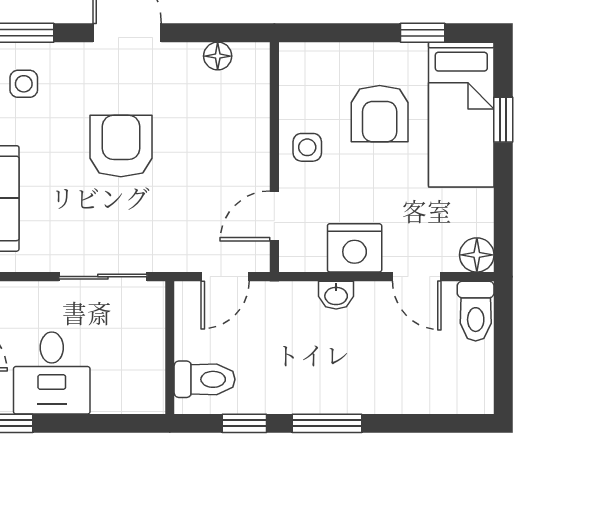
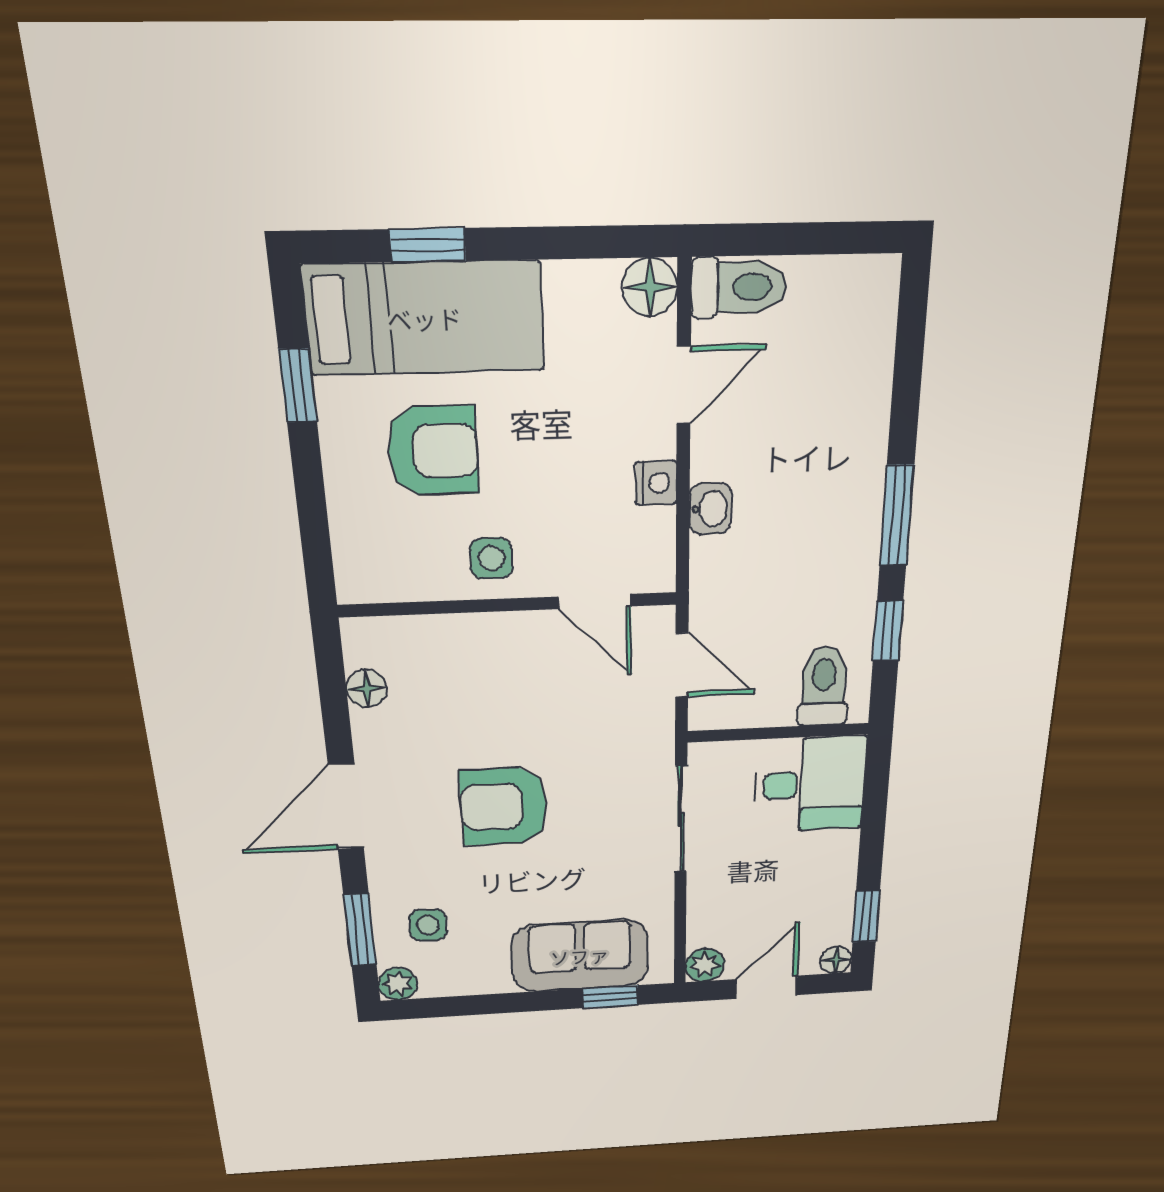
nightstand: (355, 248) -> (656, 483), width x0.53, depth x0.56
desk: (52, 373) -> (810, 784), moved

